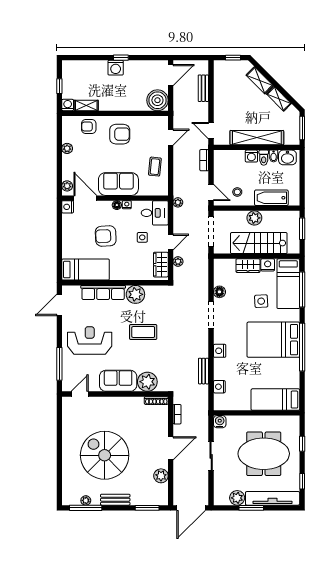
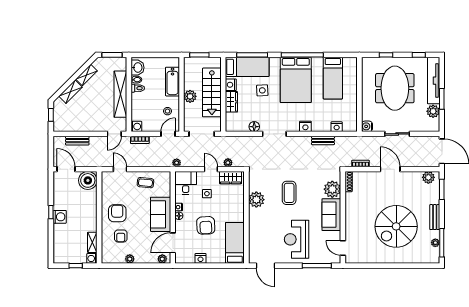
armchair: (89, 127) -> (121, 236), moved
washing machine: (251, 156) -> (136, 126), moved
nightstand: (68, 207) -> (201, 258), moved
row of seats: (103, 292) -> (255, 228), removed
bed: (275, 400) -> (333, 78), moved
plant: (161, 476) -> (428, 177), moved

